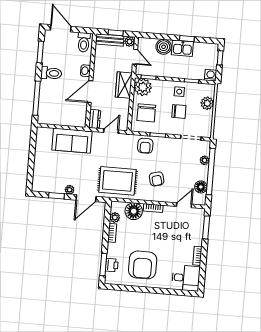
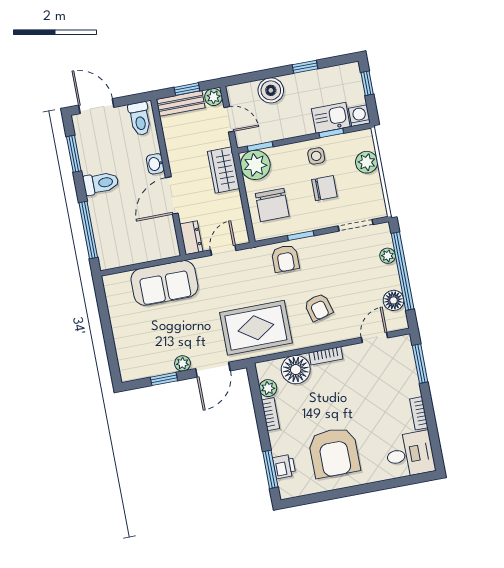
kitchen sink: (182, 48) -> (331, 118), moved, turned 180

